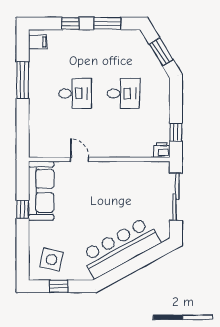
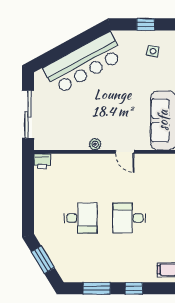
desk: (123, 93) -> (81, 218), turned 180
window: (176, 132) -> (28, 179), removed
plant: (109, 167) -> (95, 144), added
side table: (51, 260) -> (153, 51), width x0.54, depth x0.54

